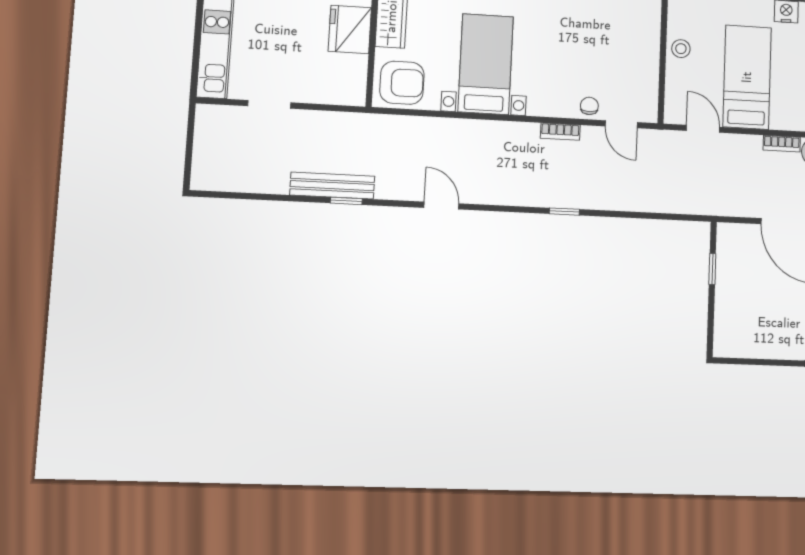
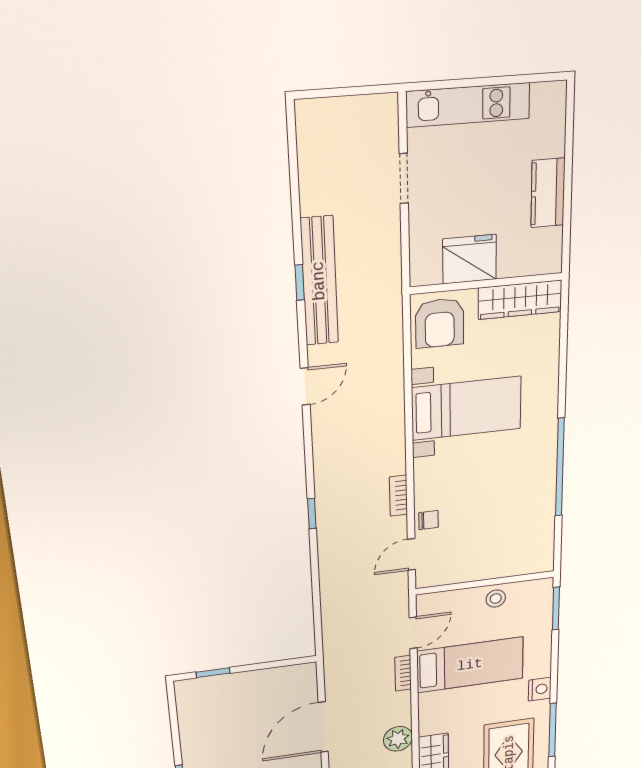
fridge: (350, 30) -> (470, 259), moved
bookcase: (782, 144) -> (403, 673), moved
bench: (332, 186) -> (319, 281), width x1.37, depth x1.21
window: (712, 269) -> (213, 673), moved

